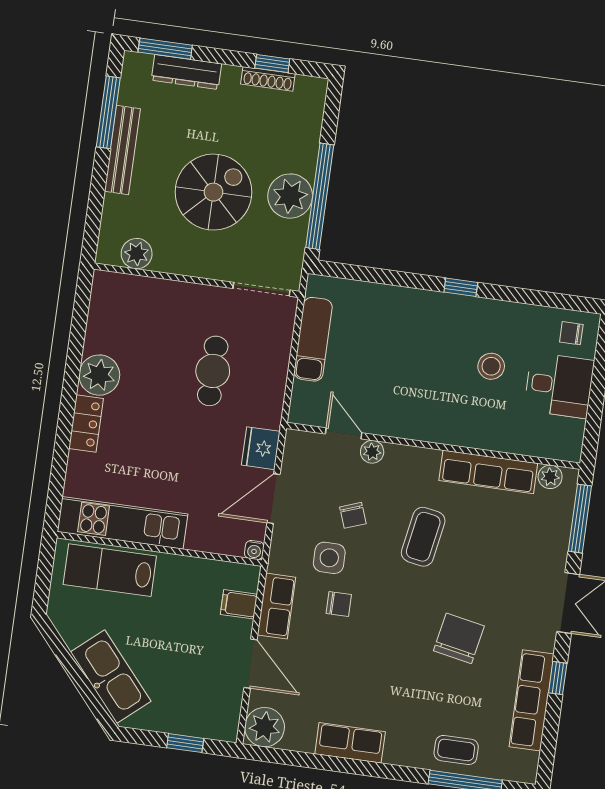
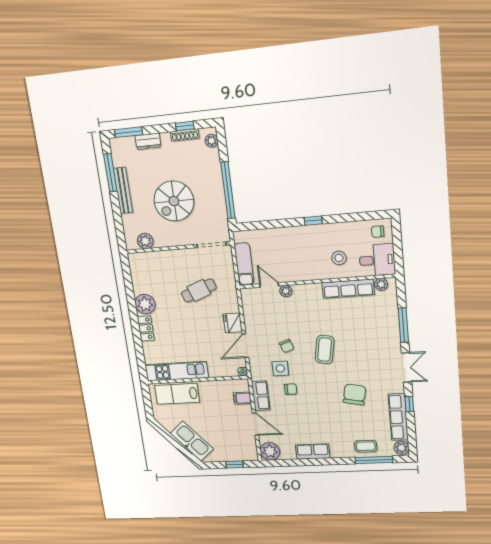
dresser: (186, 72) -> (148, 141), width x0.70
spiral stairs: (213, 192) -> (174, 201), turned 180
plant: (290, 196) -> (212, 141), moved, width x0.53, depth x0.53
cafe table: (213, 371) -> (199, 290), turned 69
door: (344, 433) -> (269, 285), moved
wall: (433, 446) -> (316, 281), moved
plant: (372, 452) -> (286, 291), moved
row of seats: (488, 472) -> (348, 289), moved
plant: (550, 477) -> (381, 284), moved
plant: (524, 766) -> (401, 448), added

